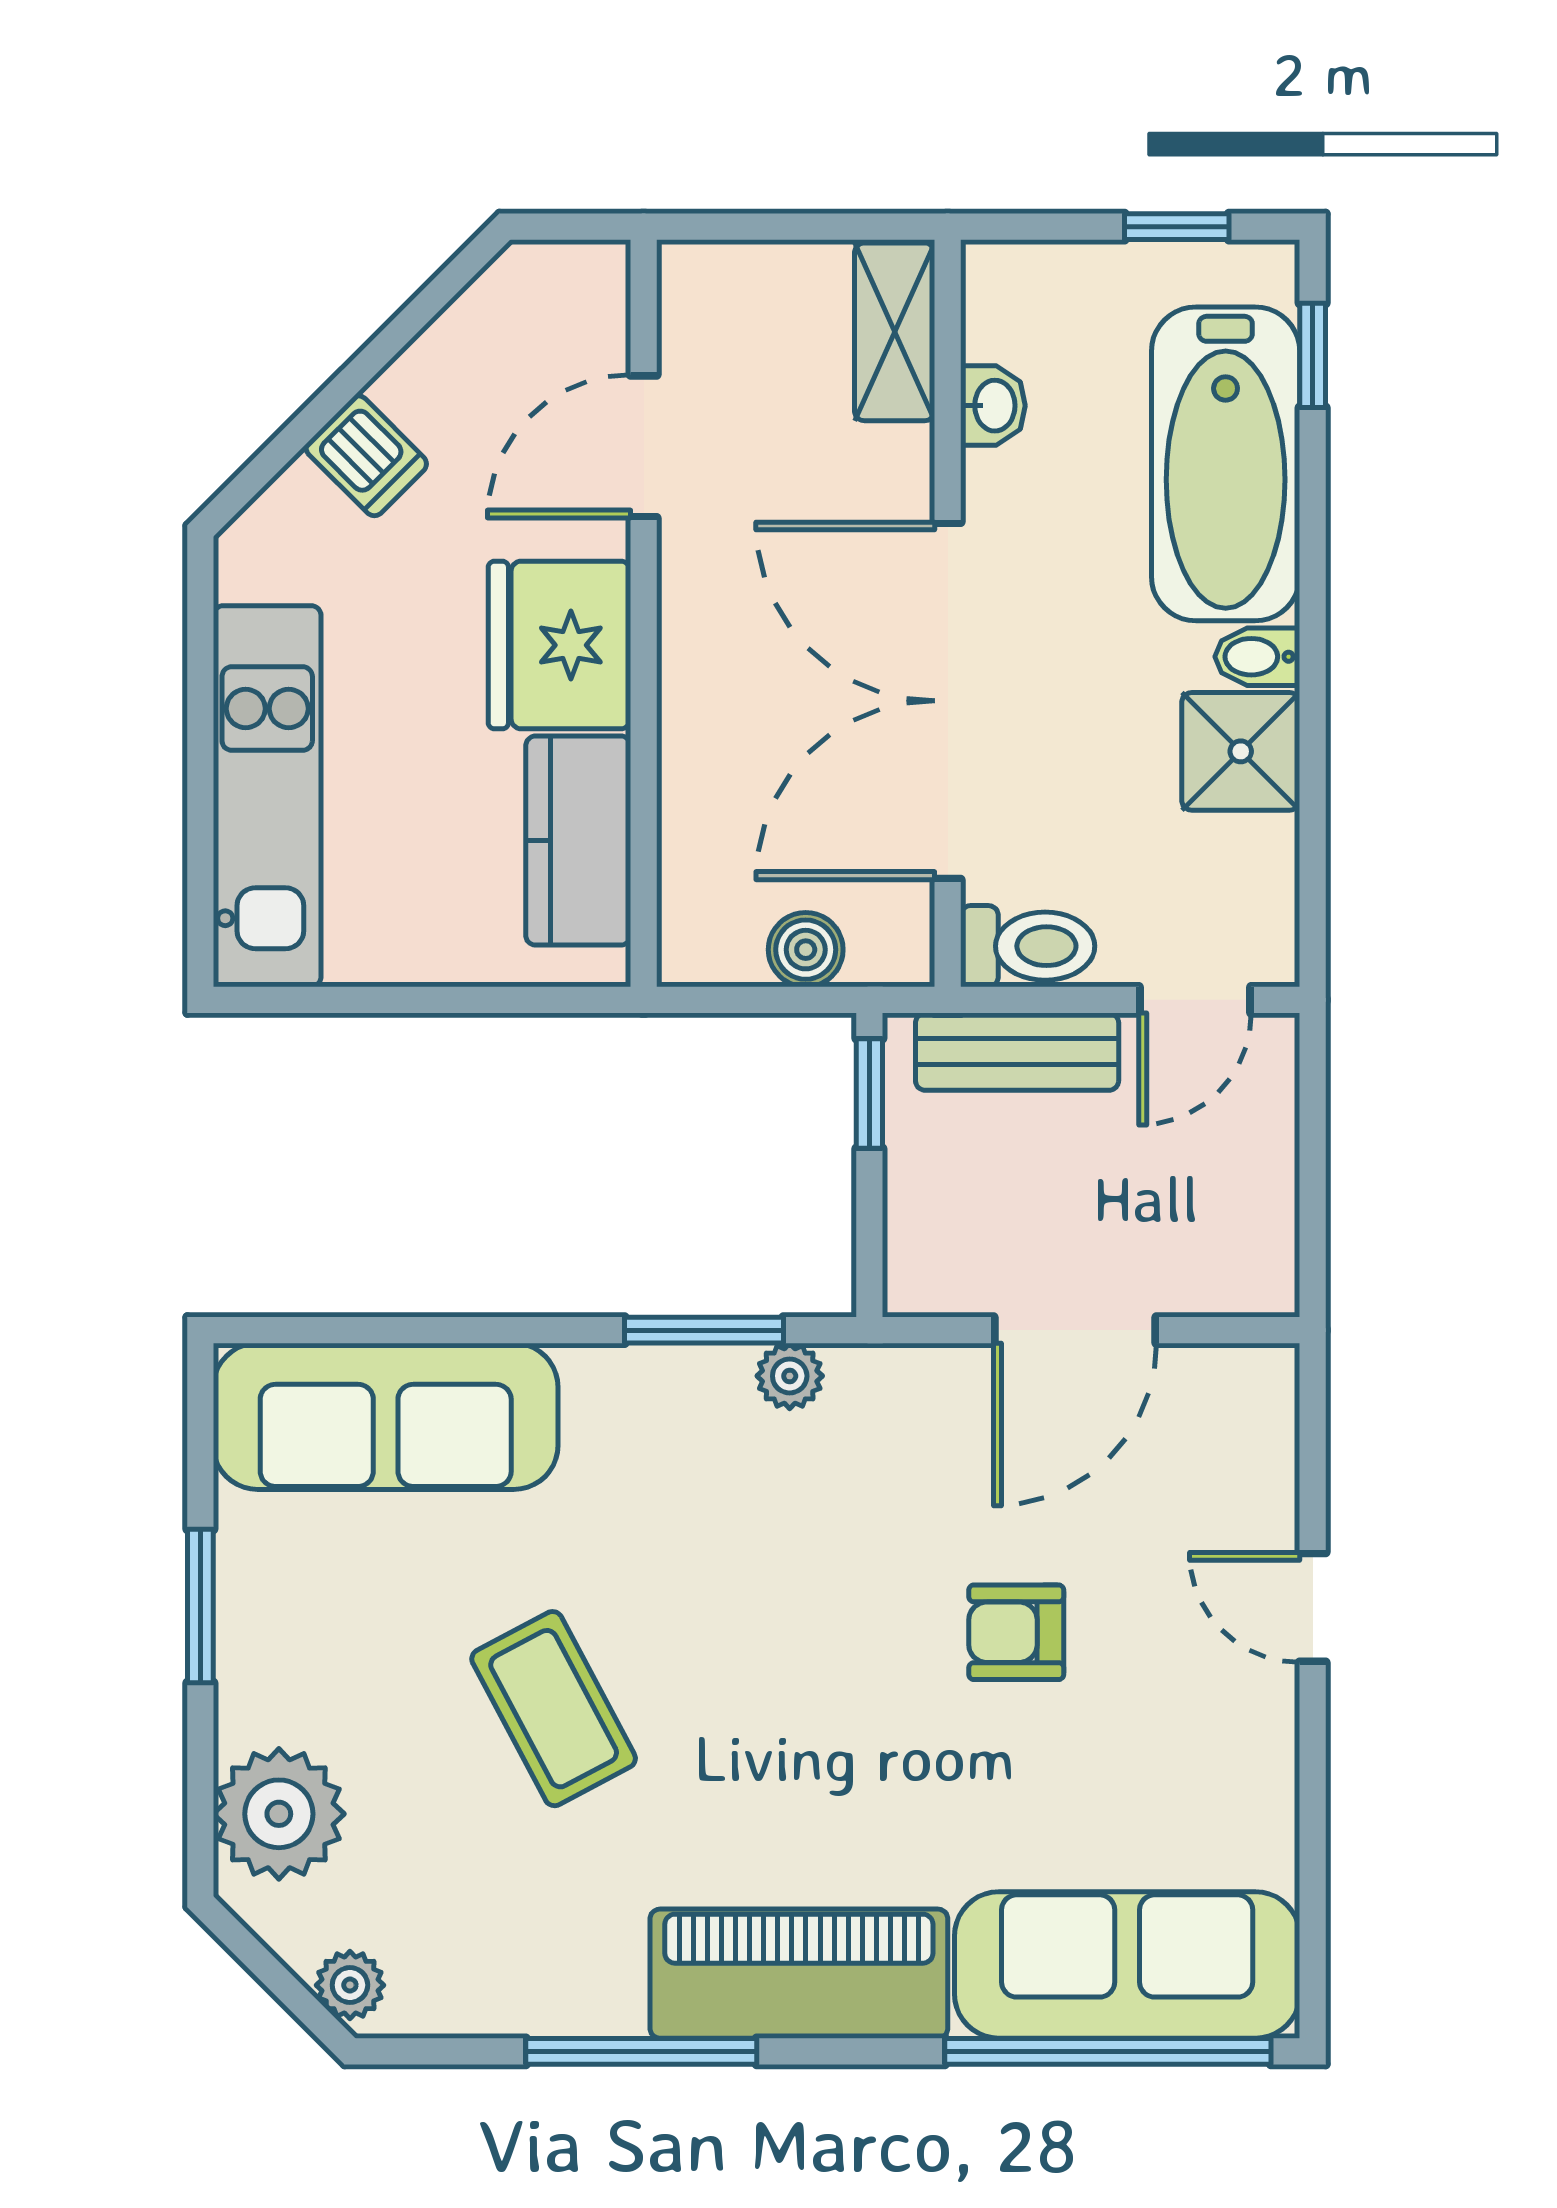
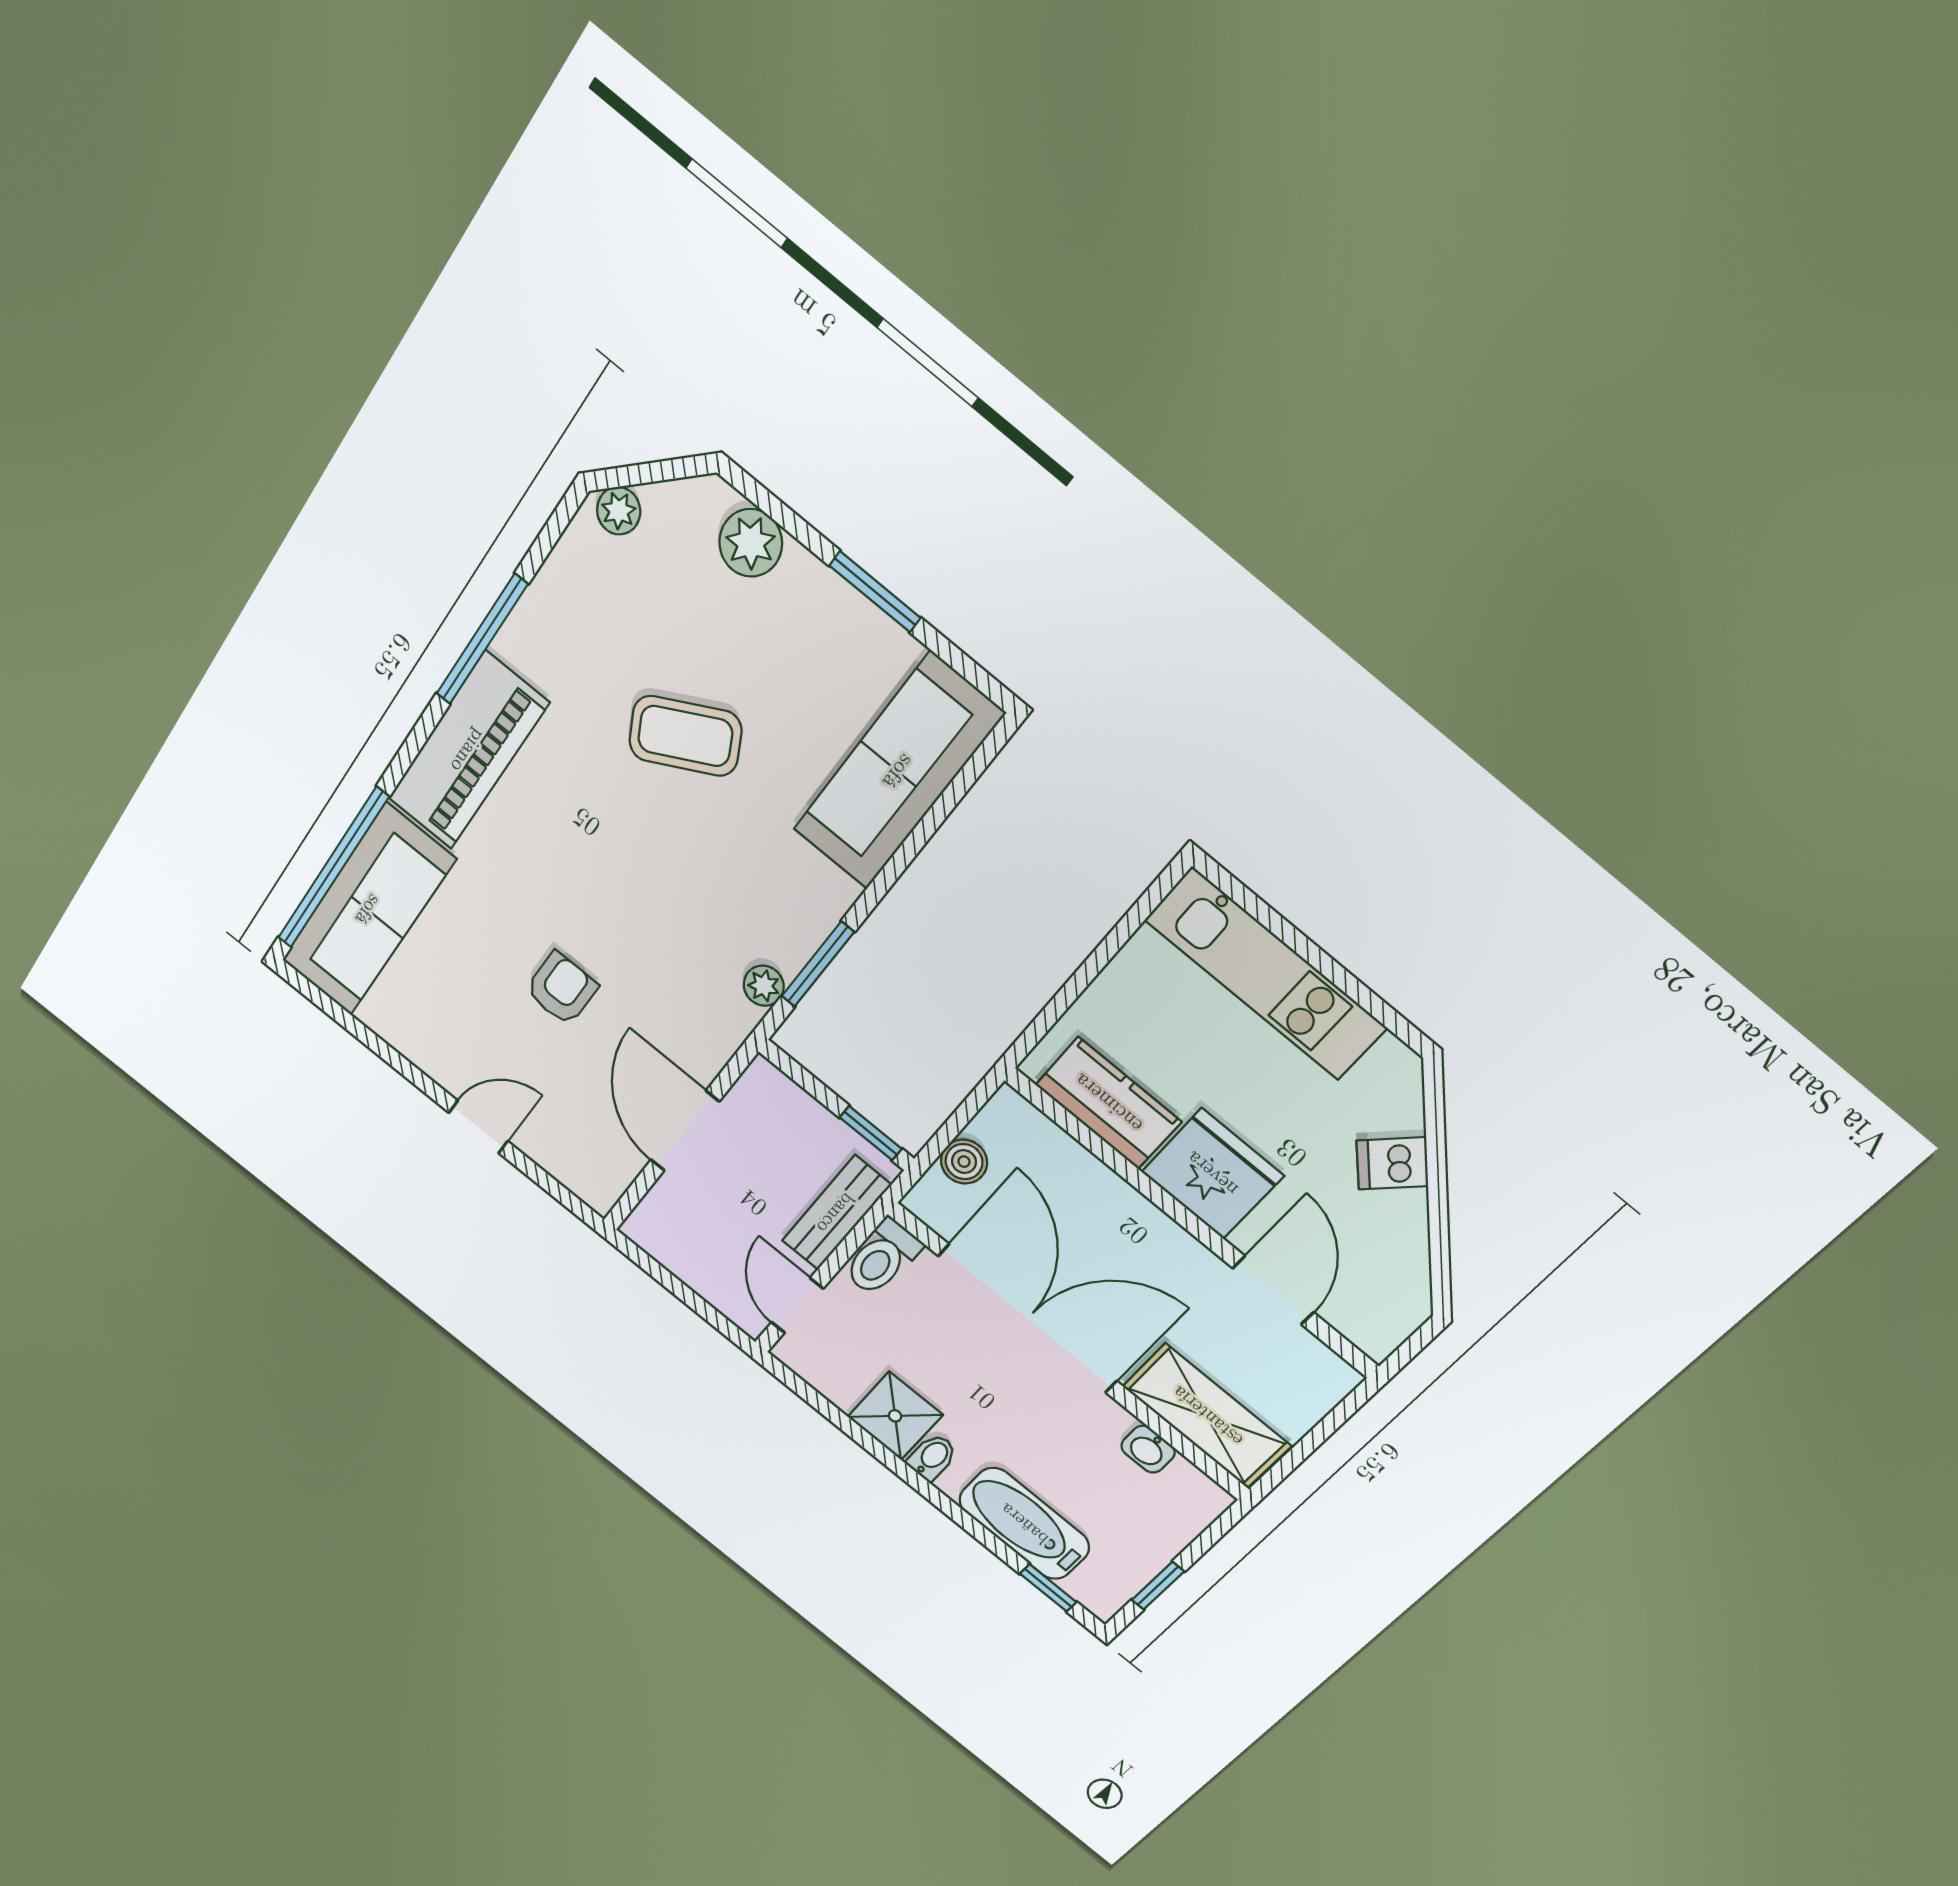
shelving: (895, 332) -> (1207, 1416), width x1.50, depth x1.33
bathtub: (1226, 464) -> (1024, 1524), width x0.73, depth x0.73
plant: (279, 1814) -> (751, 543), width x0.73, depth x0.73

